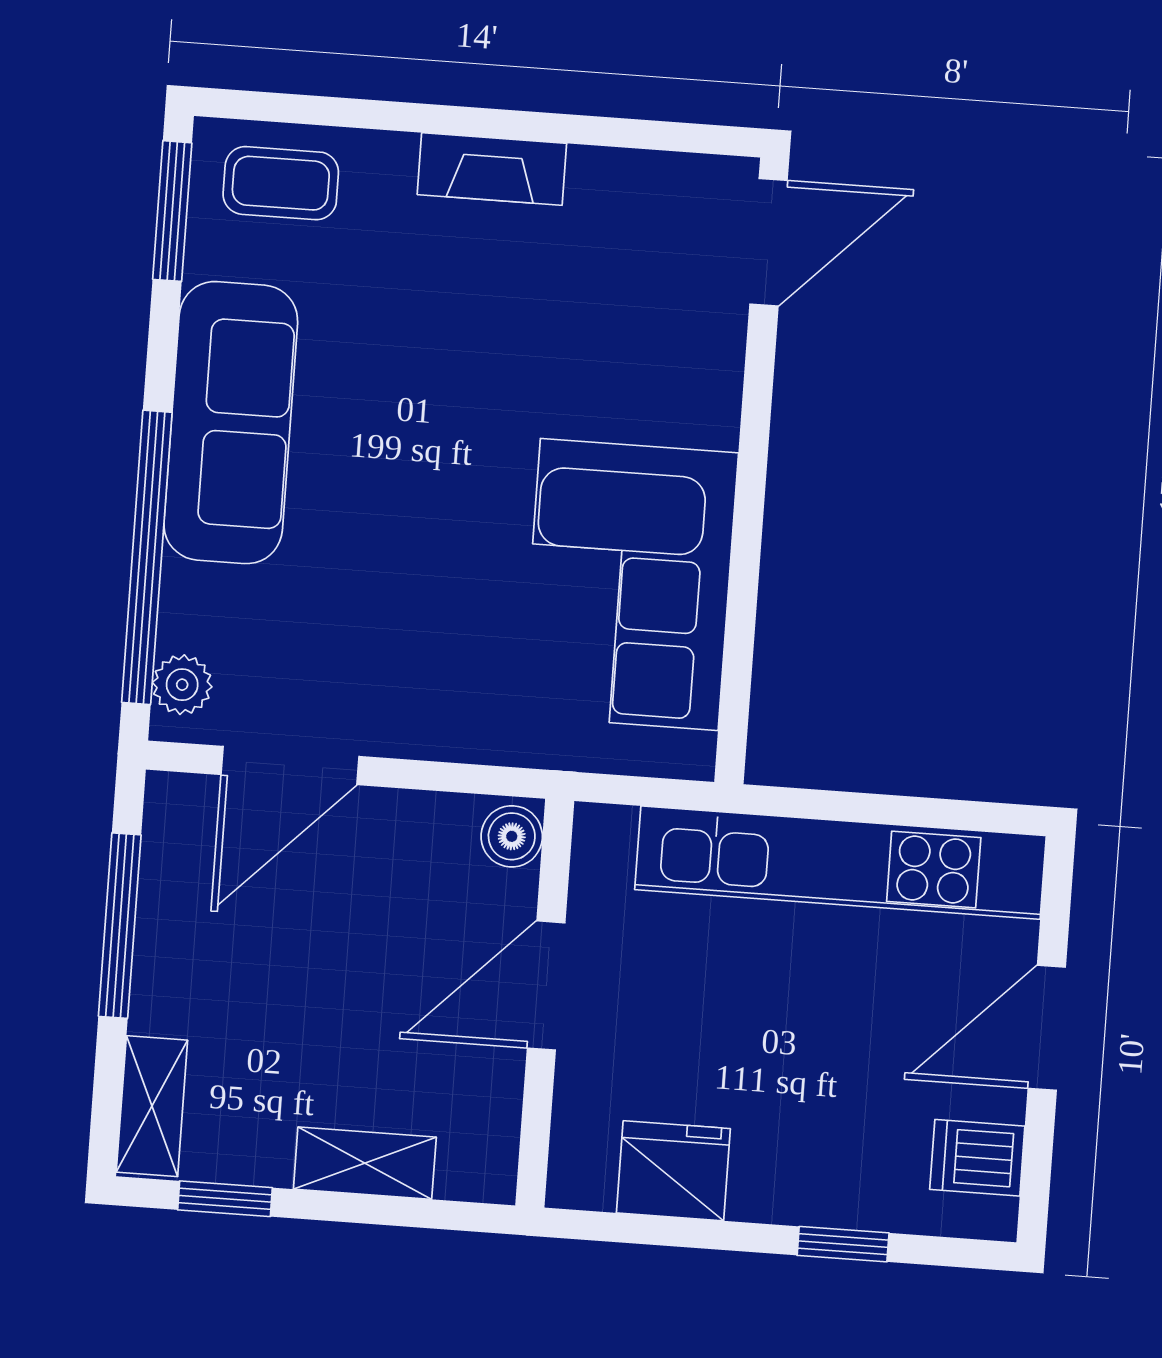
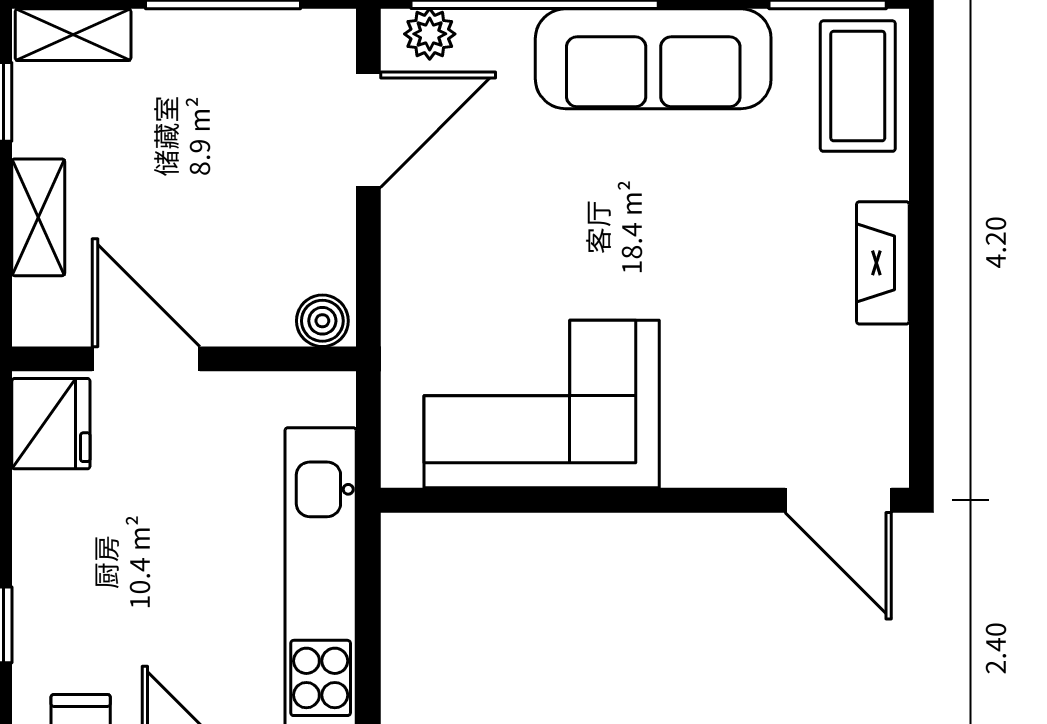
coffee table: (281, 183) -> (858, 86), width x1.36, depth x1.30
door: (290, 765) -> (368, 130), swing flipped
door: (546, 985) -> (146, 359), moved
fridge: (673, 1171) -> (51, 424), moved

